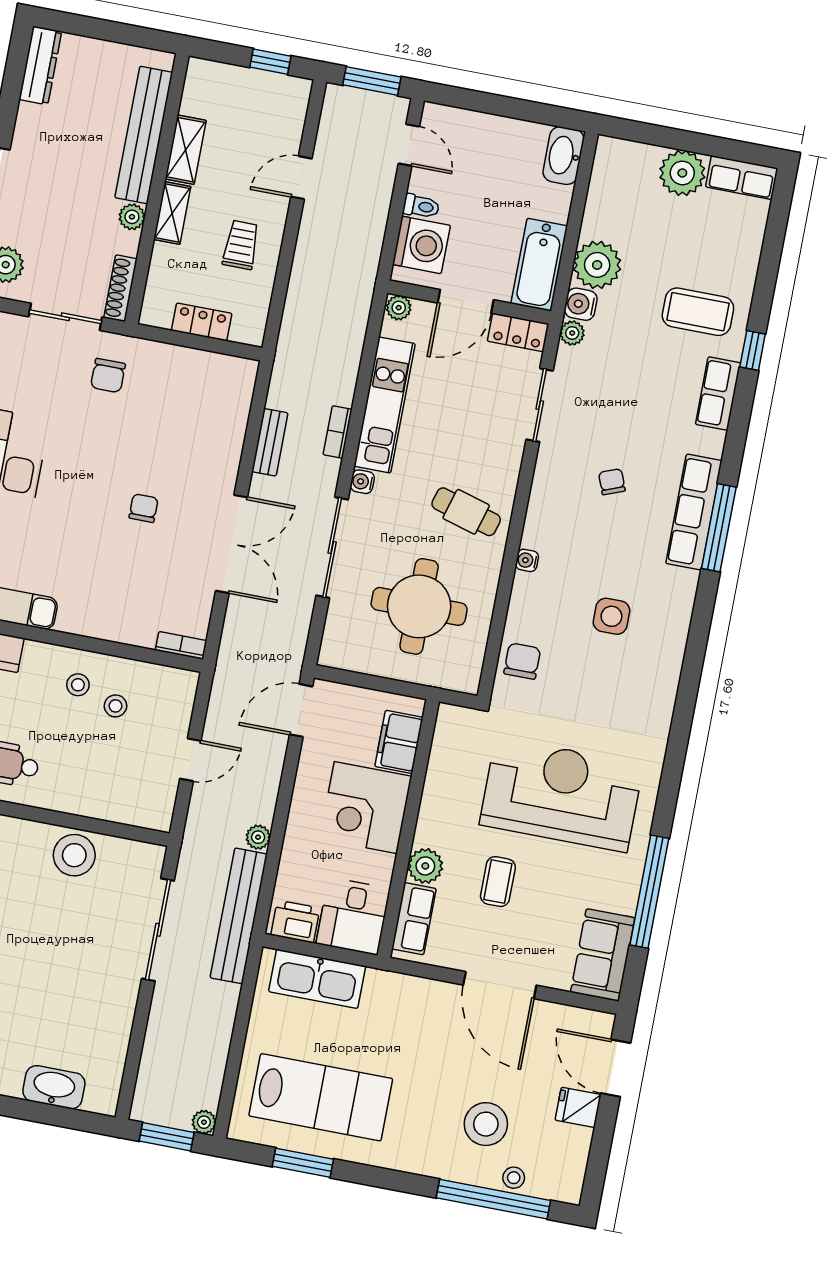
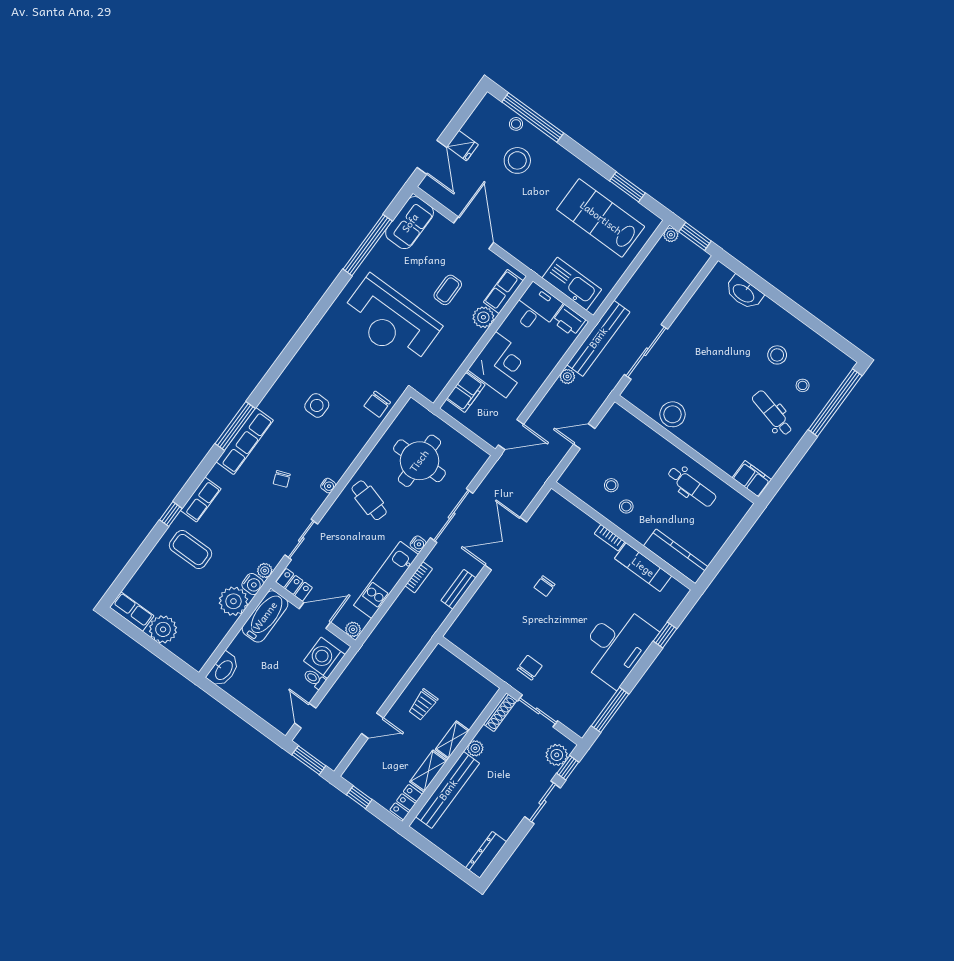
locker: (202, 322) -> (406, 802), moved, turned 90
water cooler: (527, 560) -> (328, 486), moved
bookcase: (181, 645) -> (610, 538), moved

